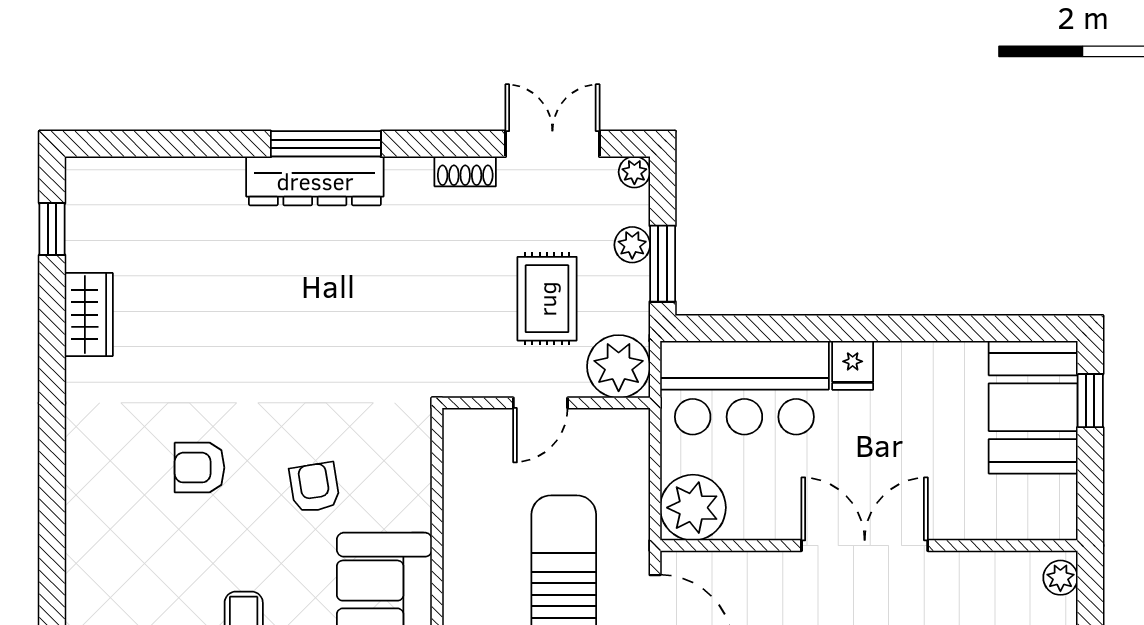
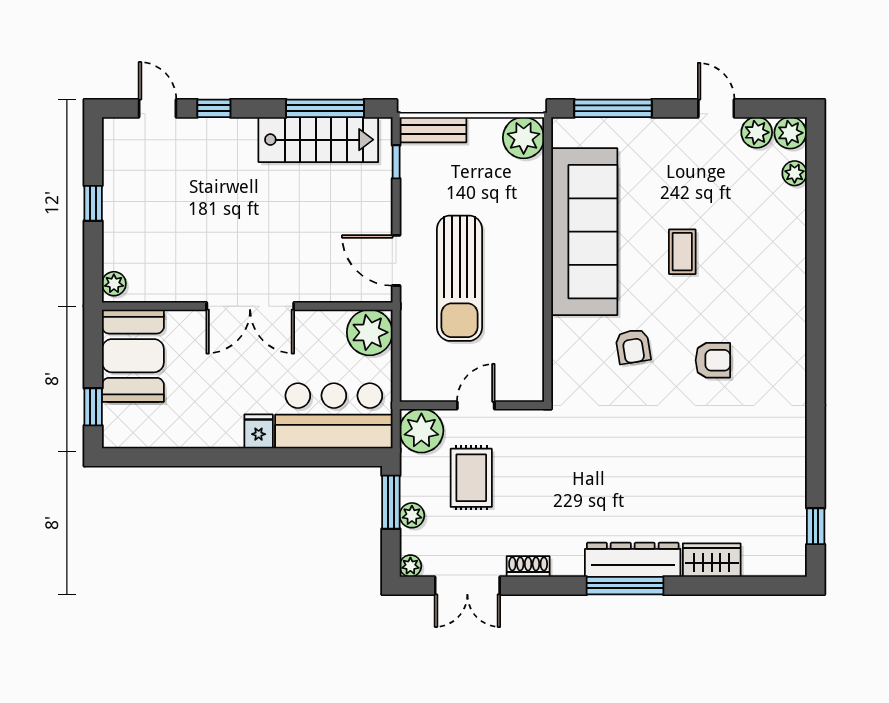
wardrobe: (89, 315) -> (712, 560), moved, turned 90
booth: (1033, 407) -> (133, 356), moved

